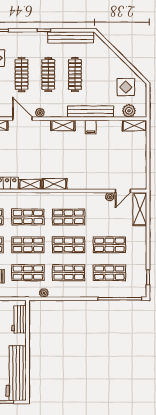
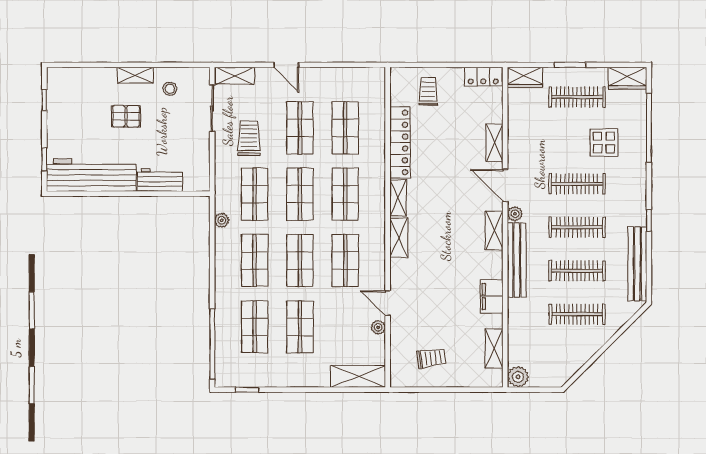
clothes rail: (102, 74) -> (577, 314), added
display table: (126, 87) -> (556, 354), removed
plant: (129, 111) -> (518, 377), moved
bench: (91, 112) -> (517, 260), moved
door: (22, 119) -> (505, 185), swing flipped
shelving: (63, 125) -> (494, 230), moved
shelving: (134, 125) -> (494, 349), moved
filing cabinet: (91, 127) -> (492, 296), width x2.00
trolley: (129, 164) -> (431, 358), added
door: (123, 191) -> (388, 303), moved
workbench: (19, 319) -> (160, 180), moved

